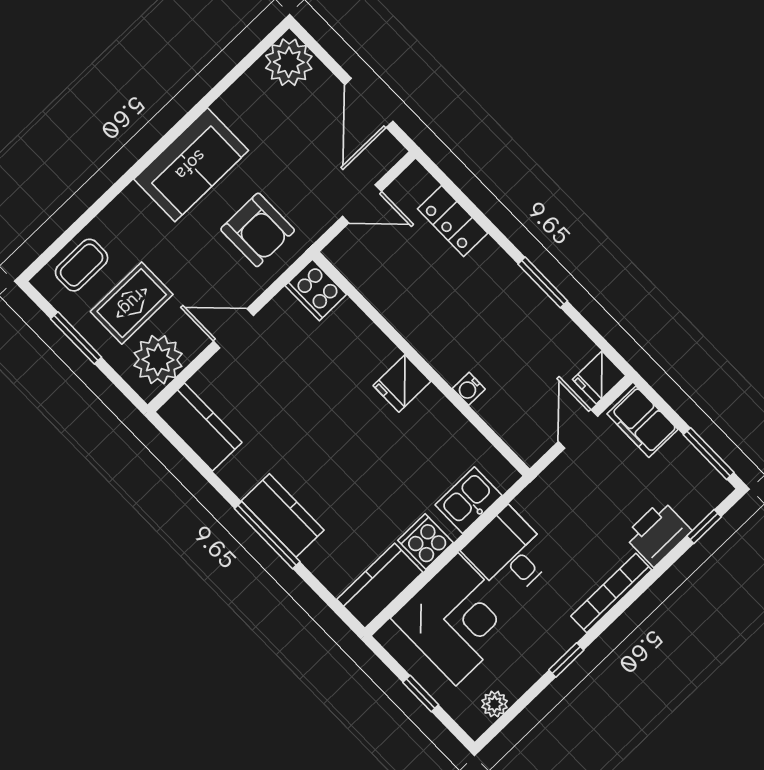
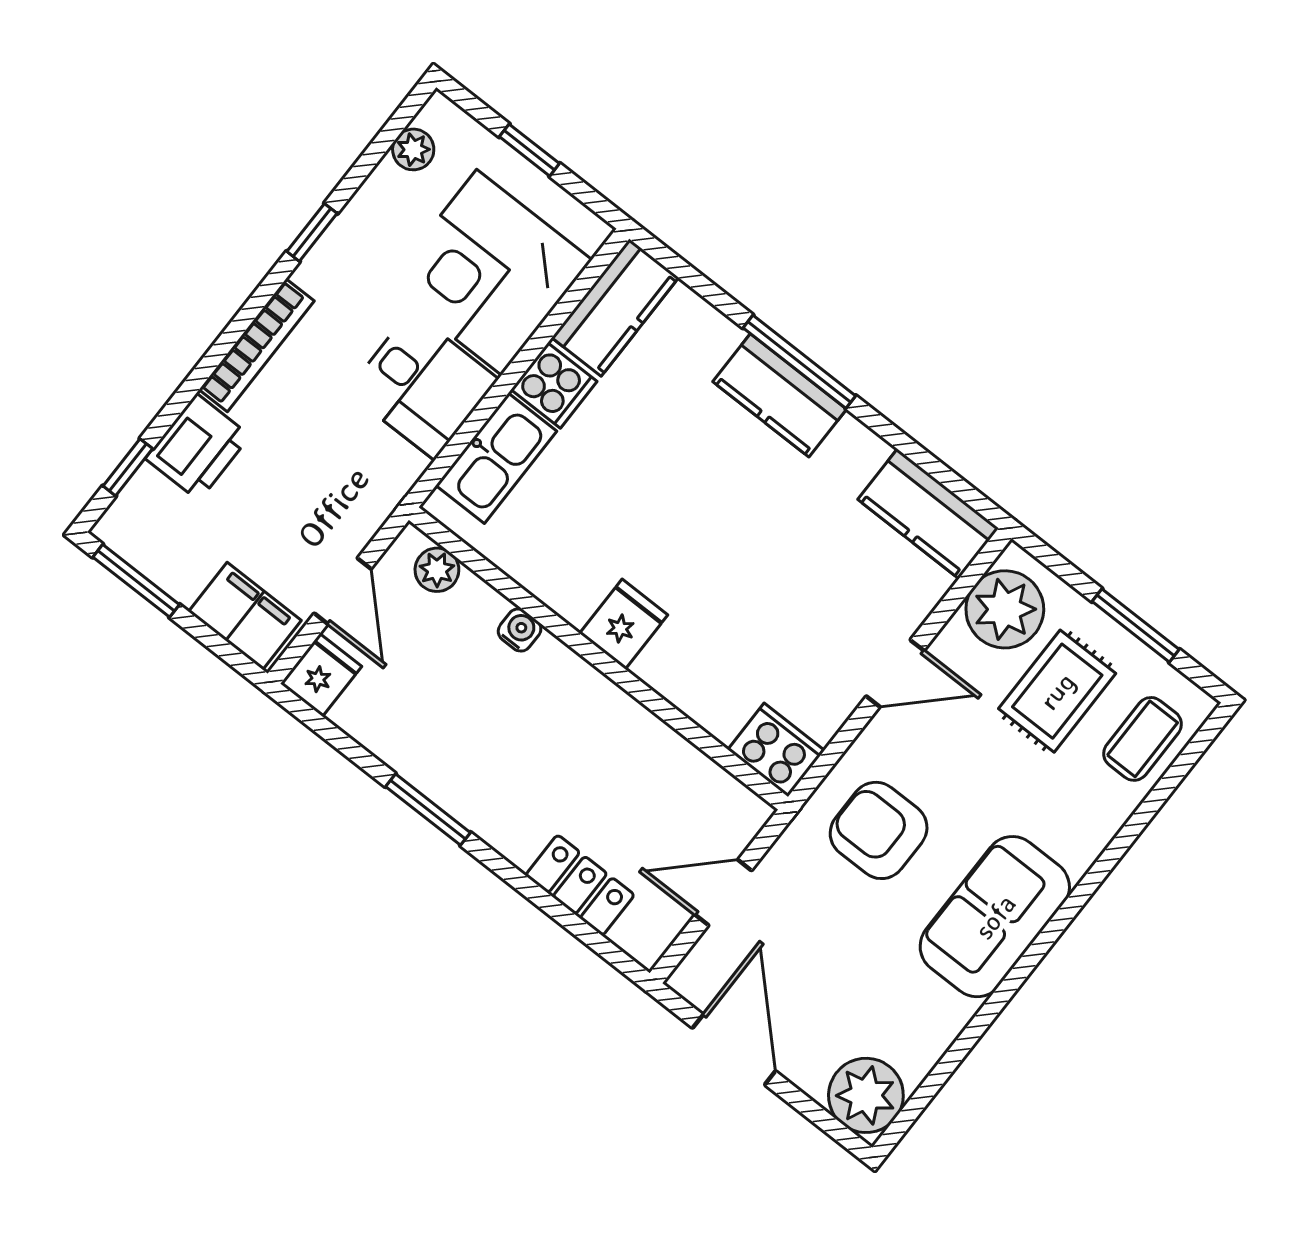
plant: (516, 434) -> (437, 570), added
kitchen sink: (469, 500) -> (496, 458), width x1.38

